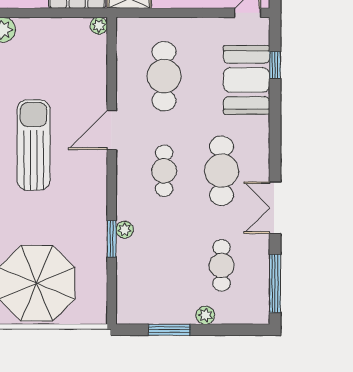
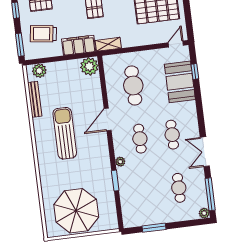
plant: (99, 26) -> (89, 66), width x1.87, depth x1.87
cafe table: (222, 171) -> (172, 135), width x0.73, depth x0.74
plant: (125, 230) -> (120, 162), moved
plant: (205, 315) -> (204, 213), moved

